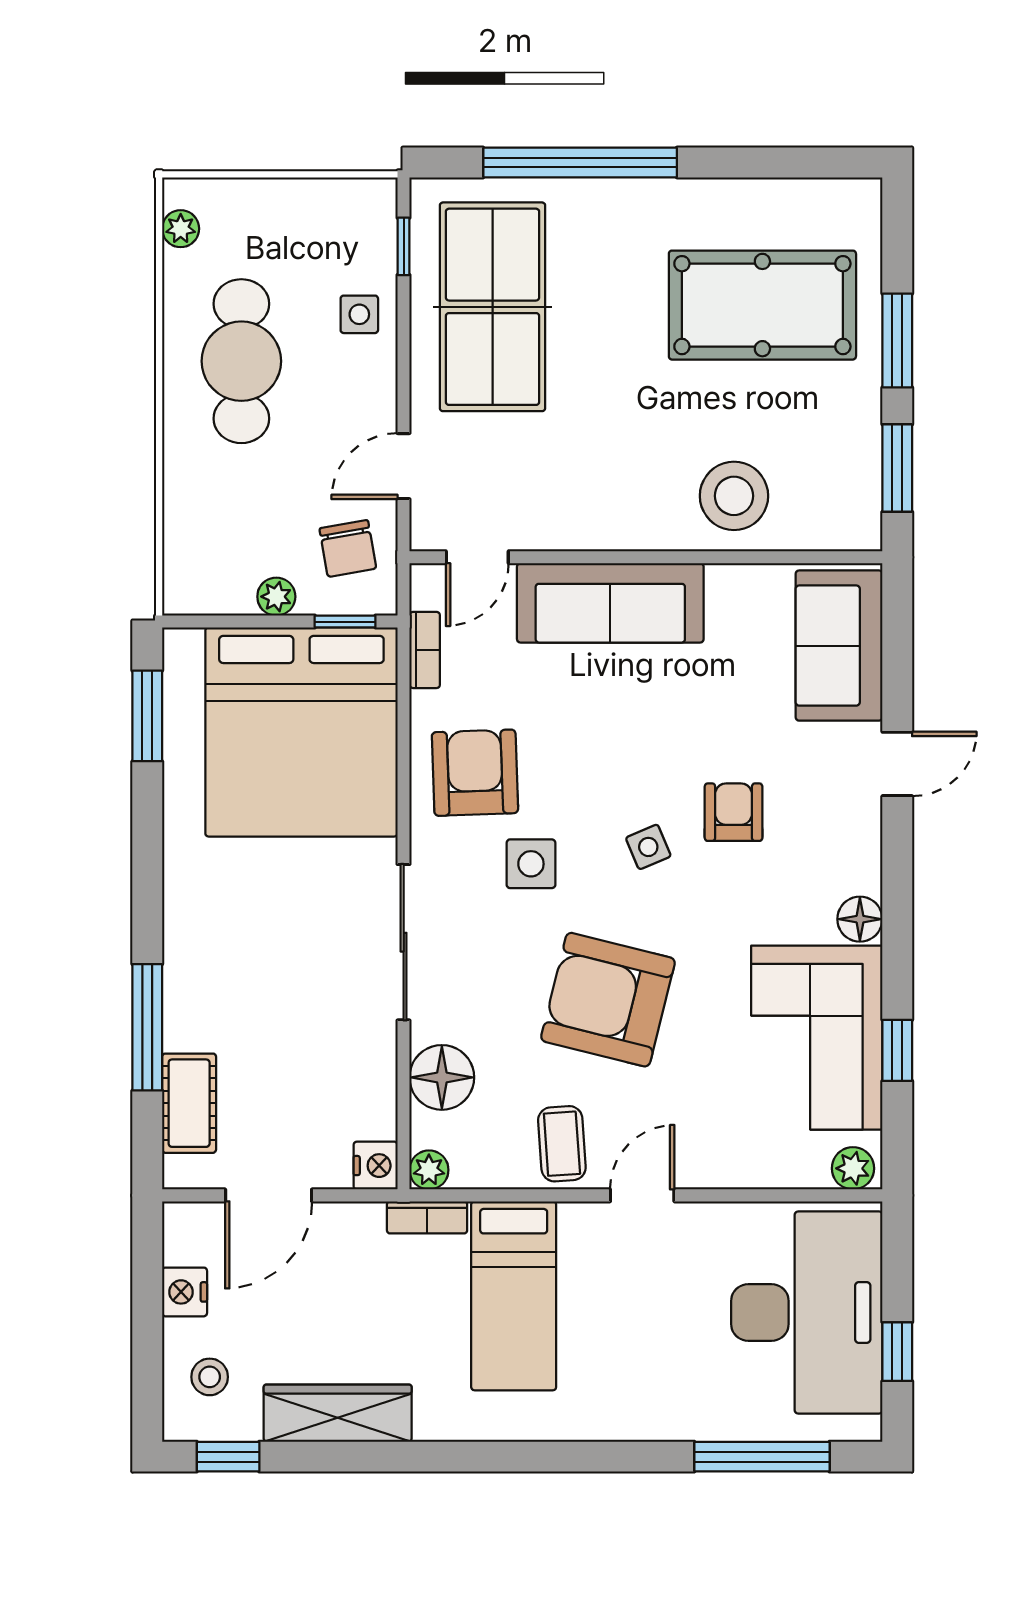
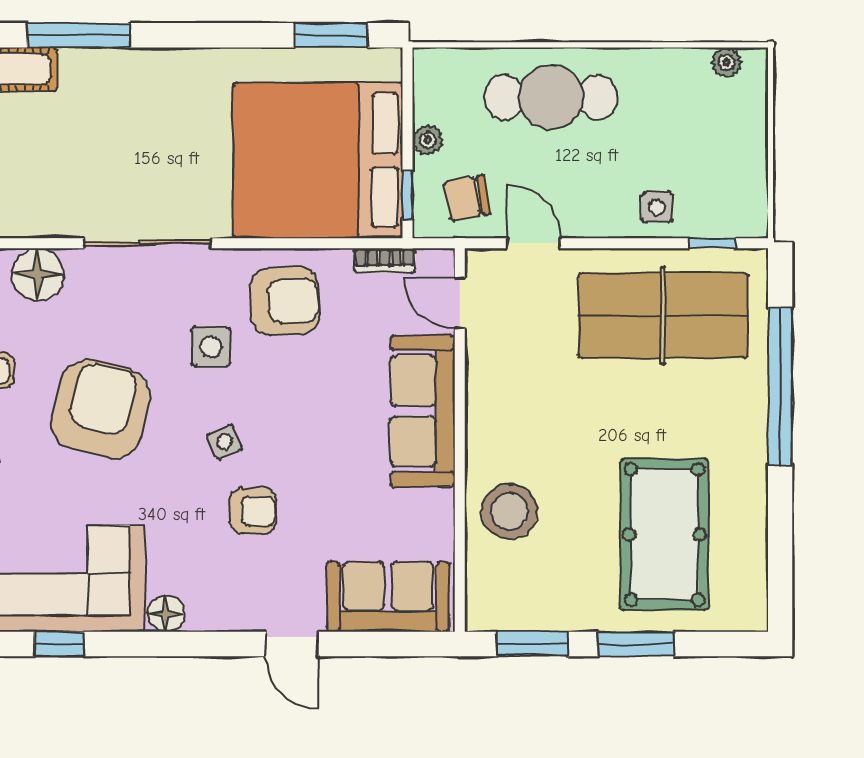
cafe table: (241, 361) -> (551, 97), moved

